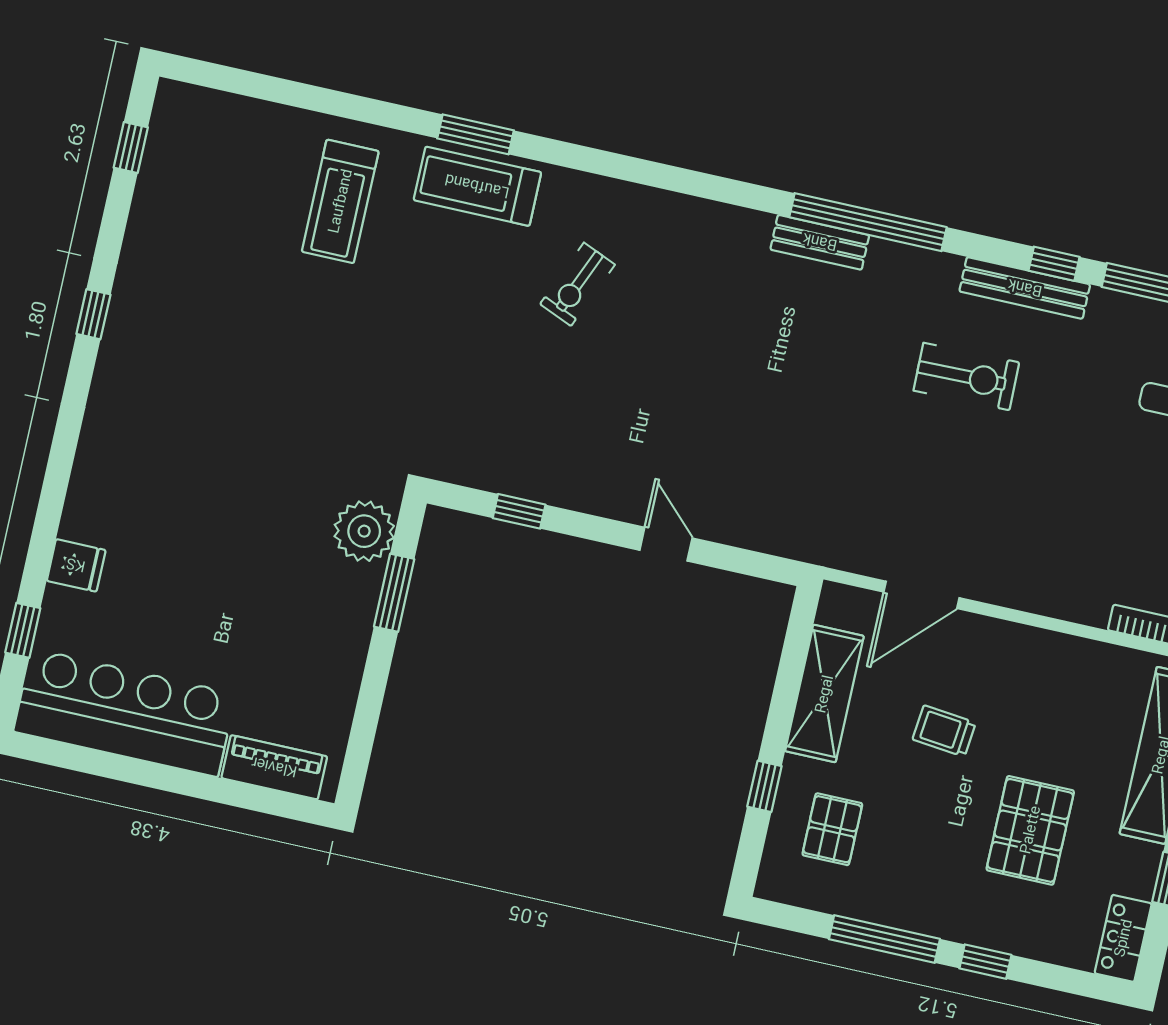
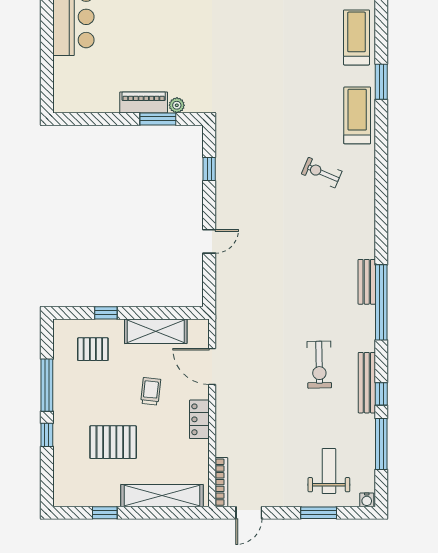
window: (476, 134) -> (381, 82), moved
treadmill: (340, 201) -> (357, 37), moved, turned 90
plant: (364, 531) -> (177, 105), width x0.53, depth x0.53
piano: (274, 767) -> (144, 102), moved, turned -90
locker: (1123, 938) -> (199, 419), moved, turned -90

